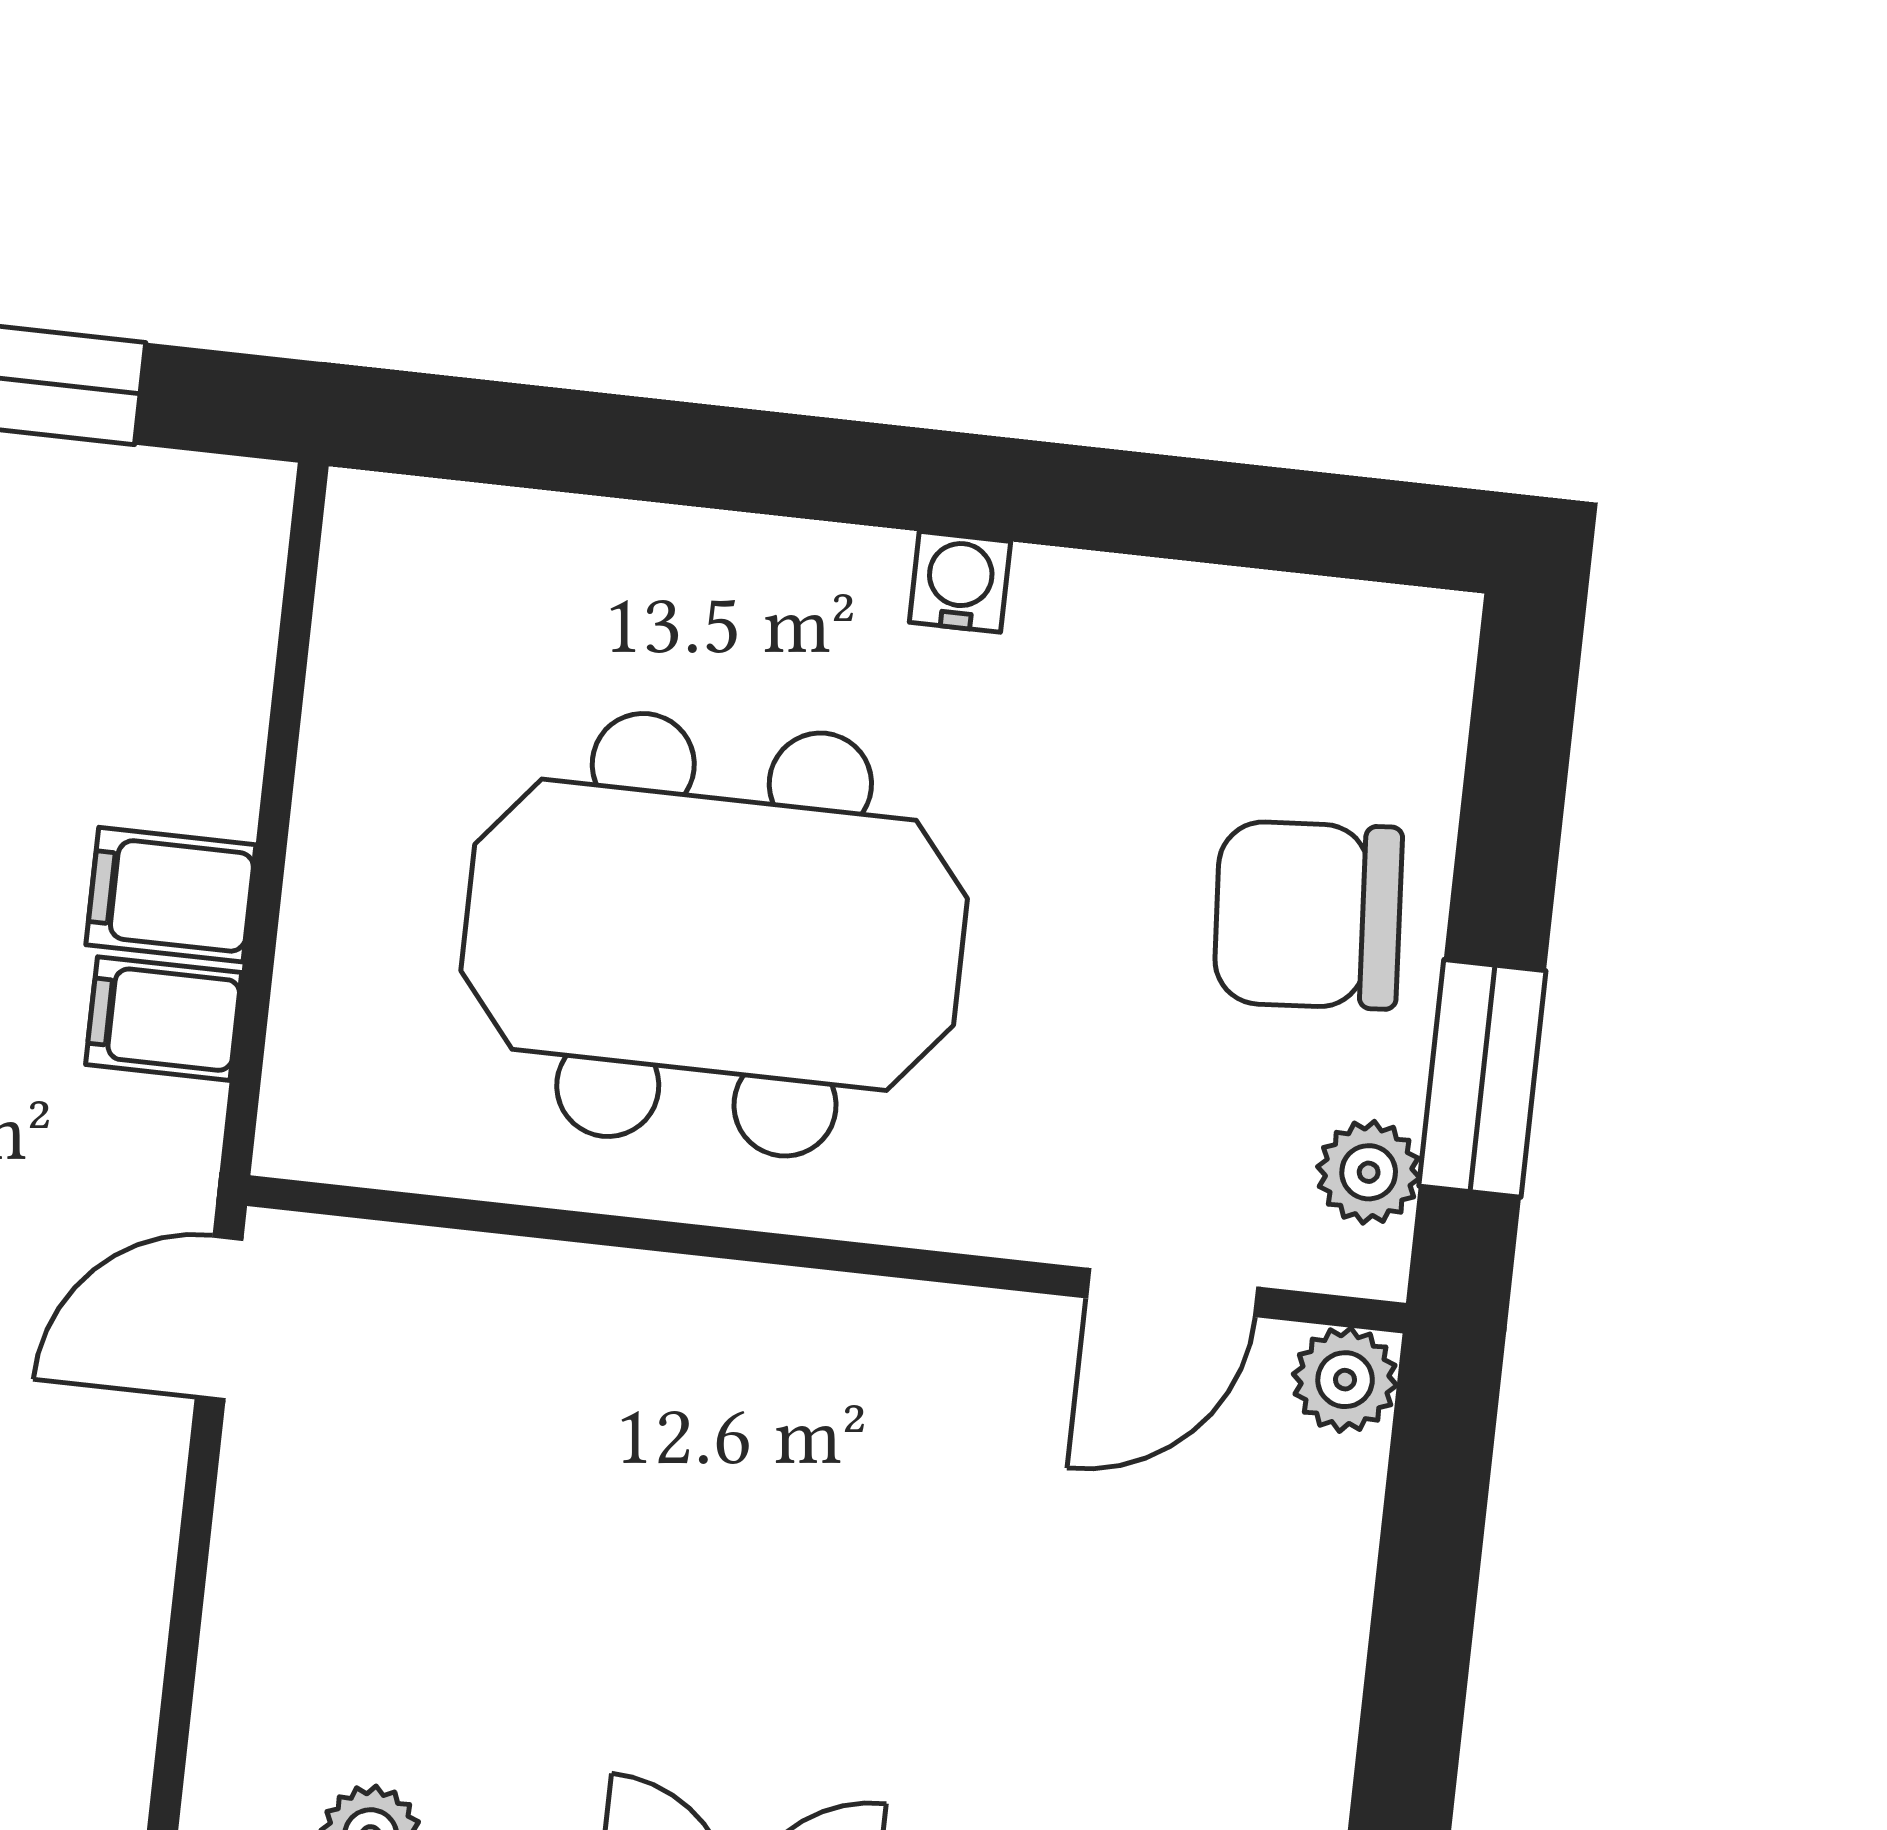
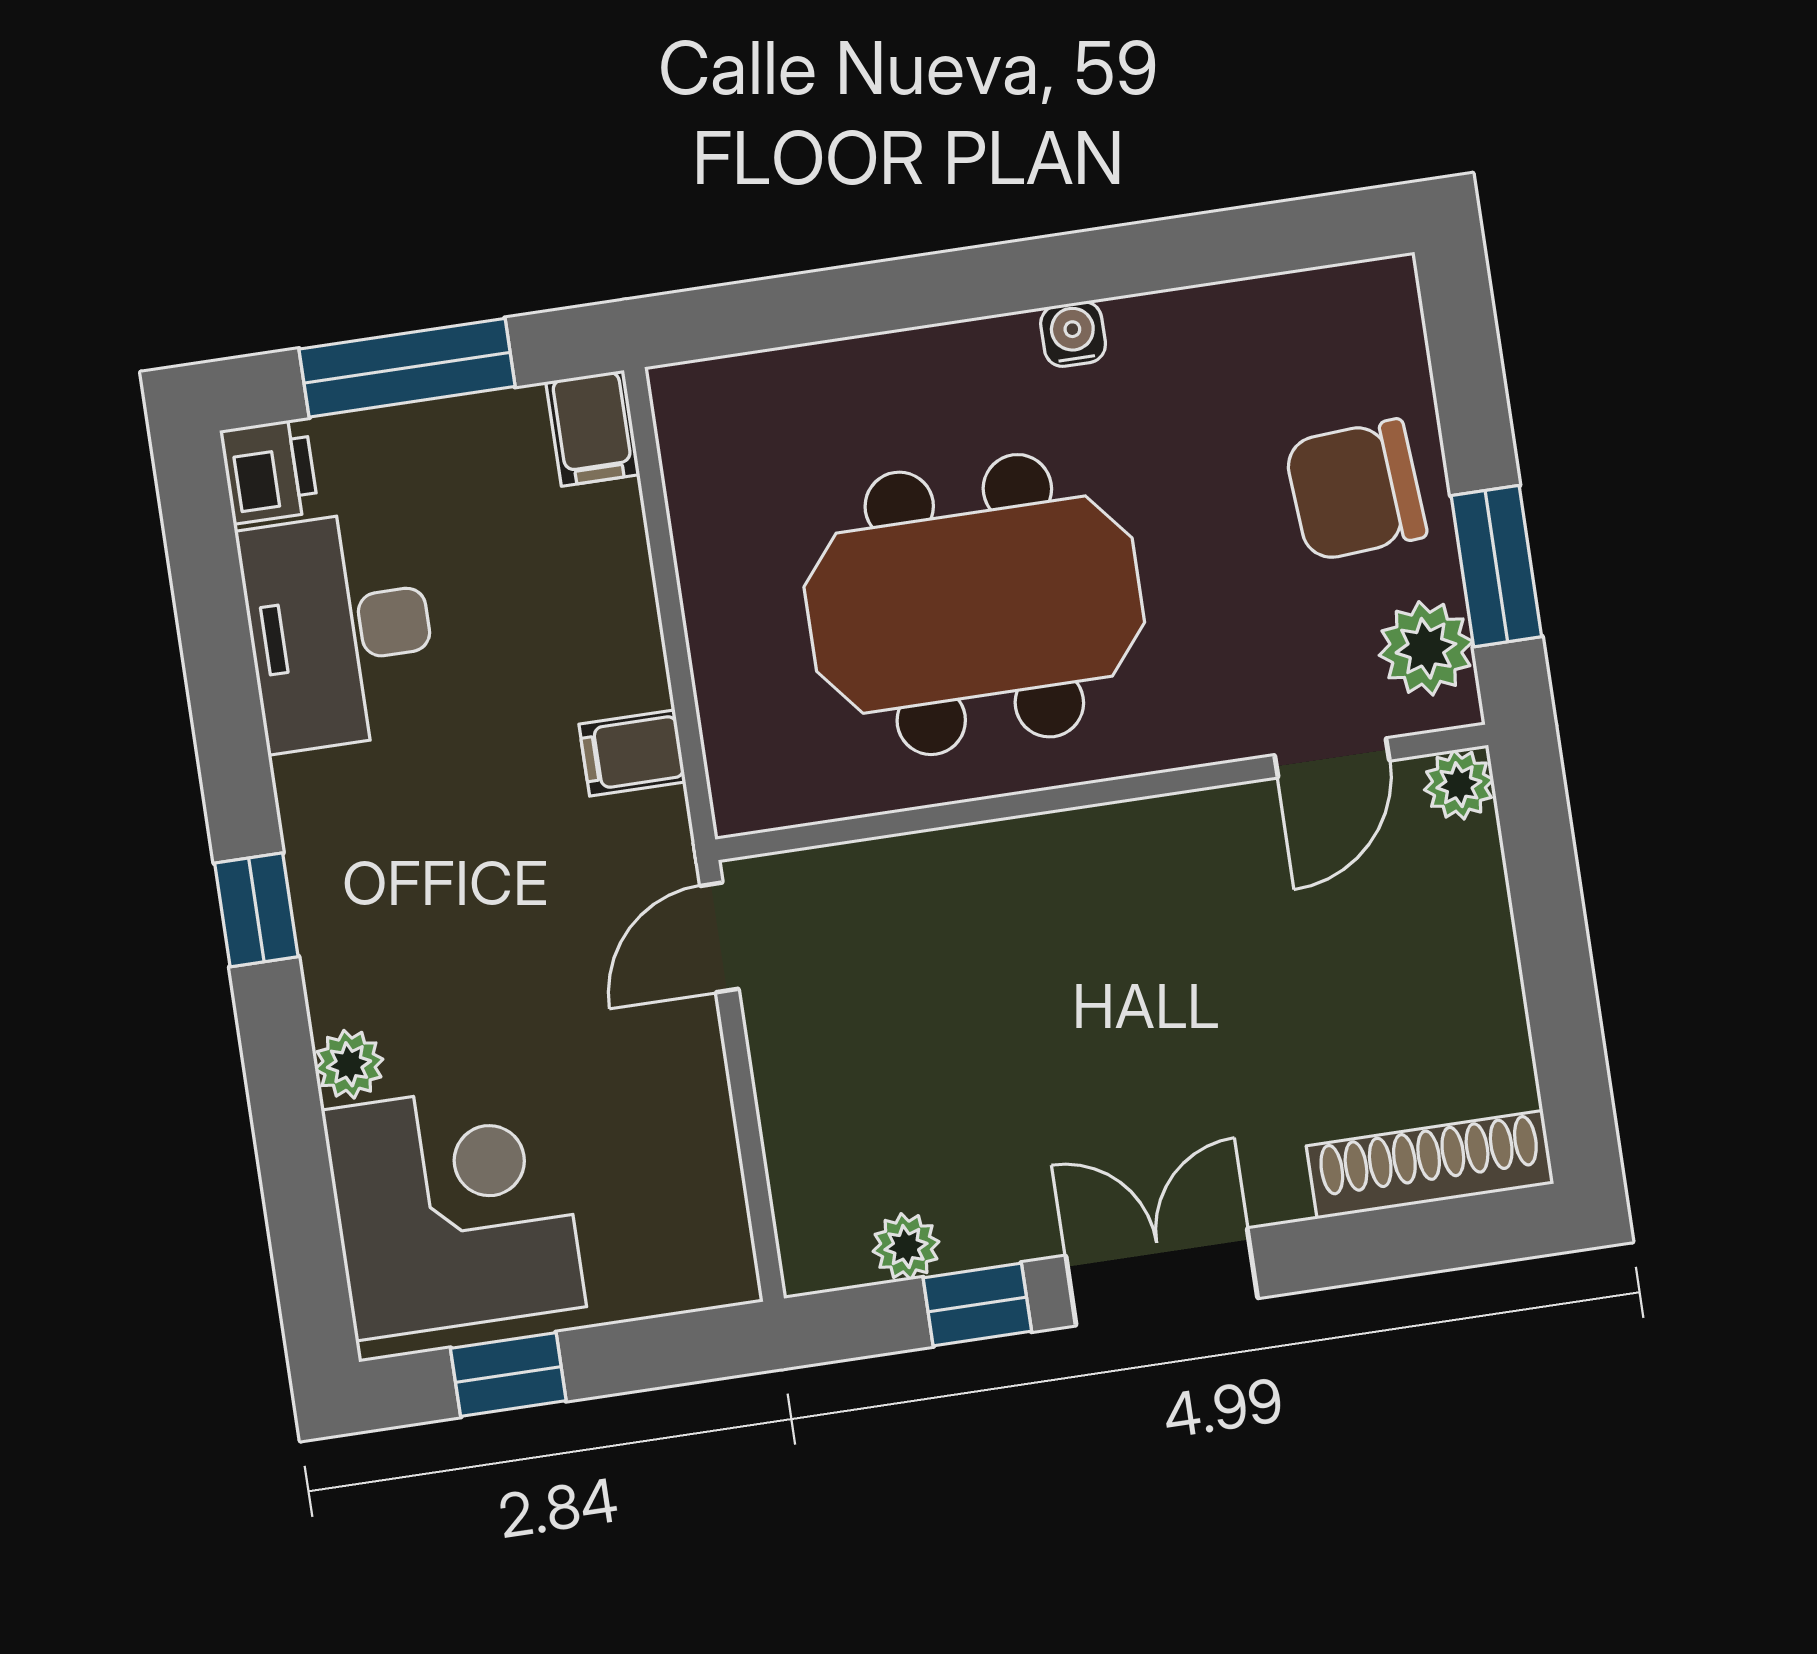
filing cabinet: (171, 895) -> (593, 428), moved, turned -90
plant: (1369, 1172) -> (1426, 648), width x1.38, depth x1.38

